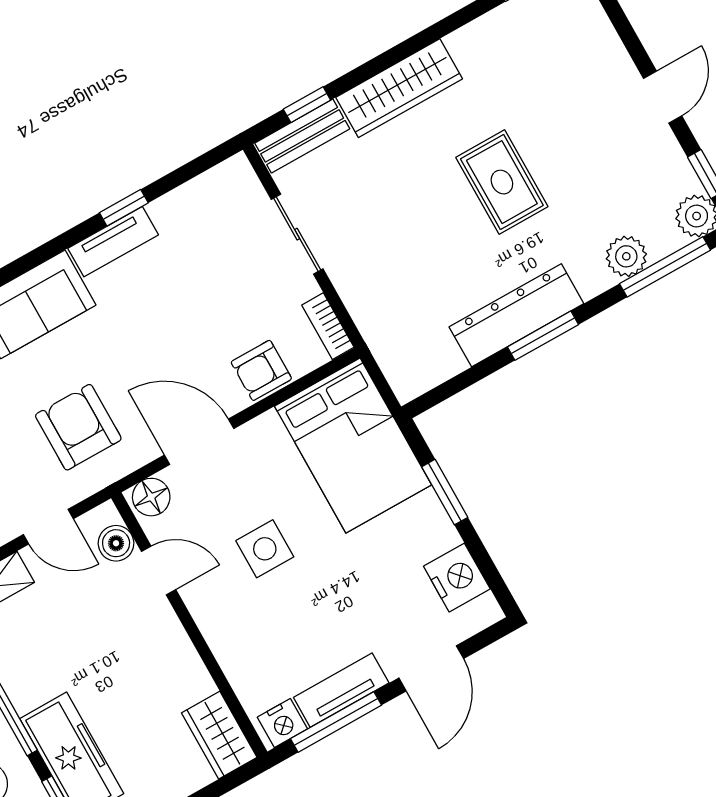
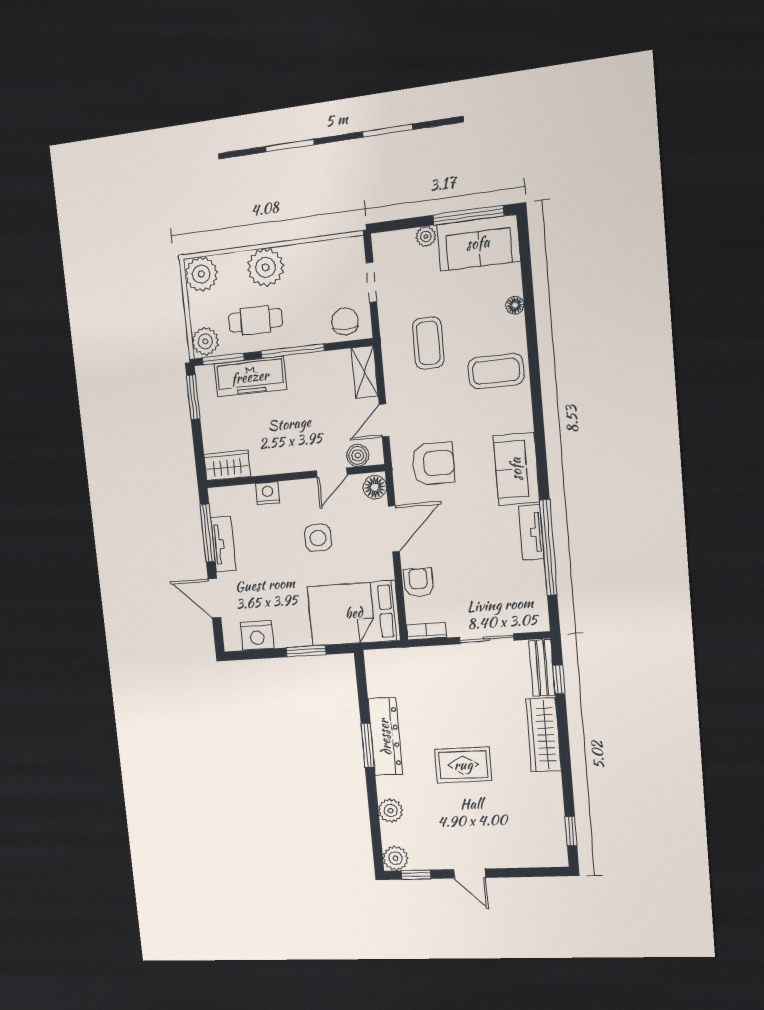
window: (124, 208) -> (548, 547), width x3.17
window: (665, 267) -> (375, 828), removed
nightstand: (282, 723) -> (268, 493), moved, turned 90

